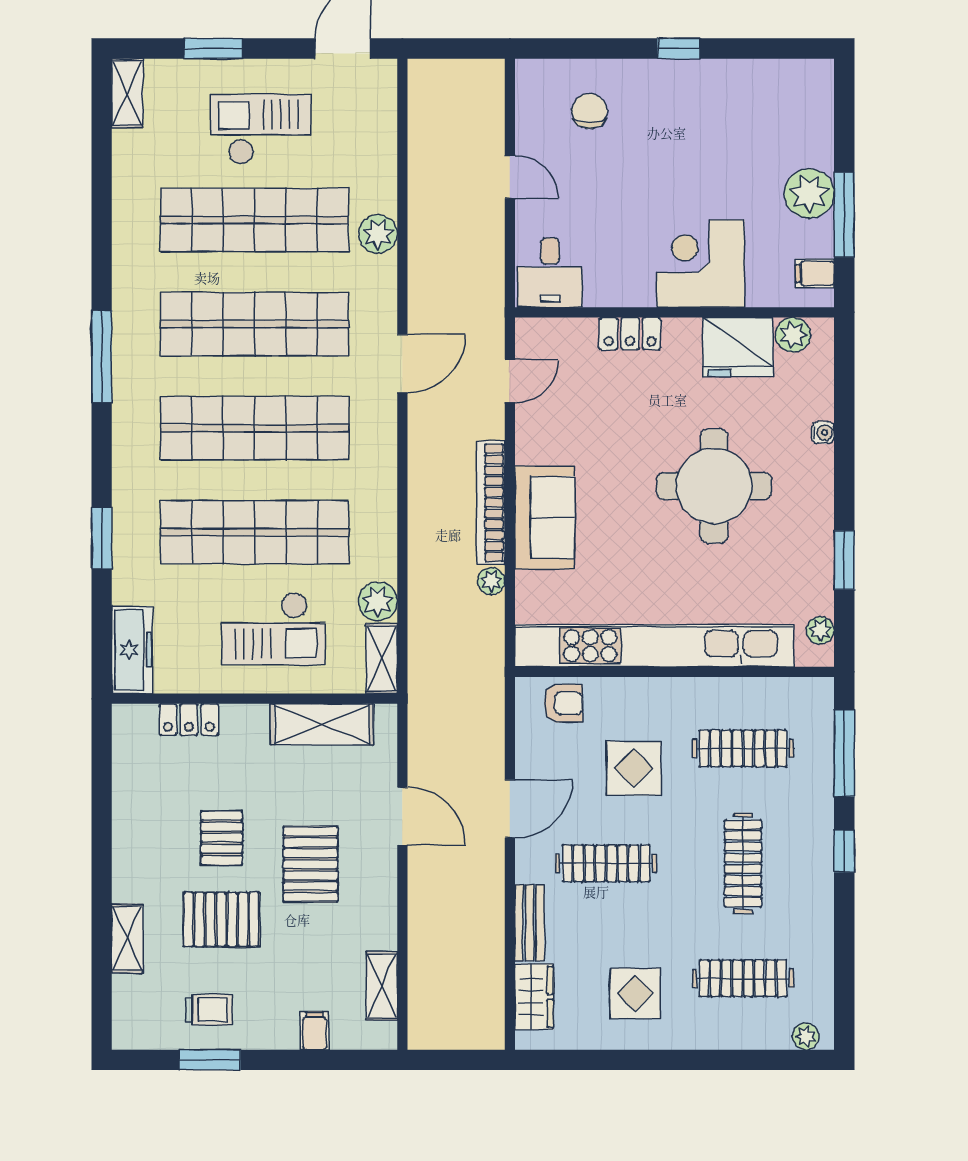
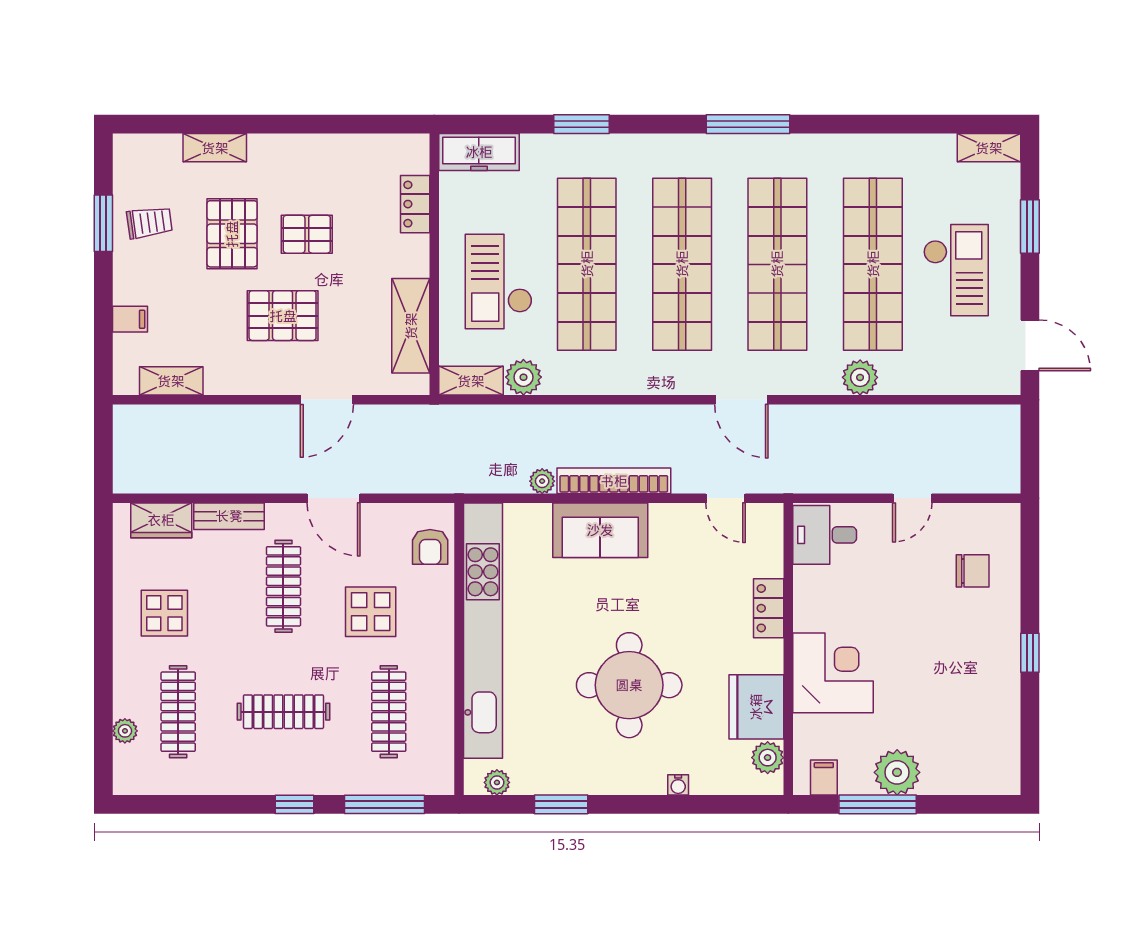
trolley: (209, 1010) -> (149, 223), turned -98
plant: (806, 1036) -> (125, 731), moved

